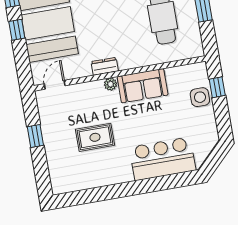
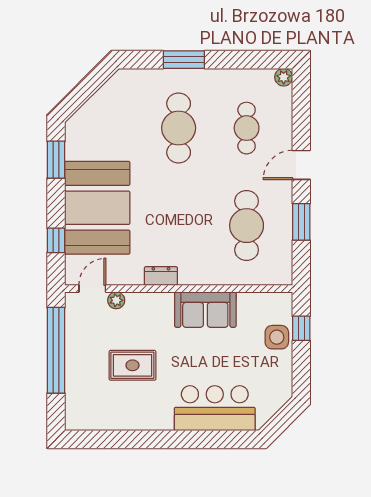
window: (17, 30) -> (56, 240), moved
plant: (110, 84) -> (116, 300), moved
window: (35, 136) -> (56, 350), width x3.17

